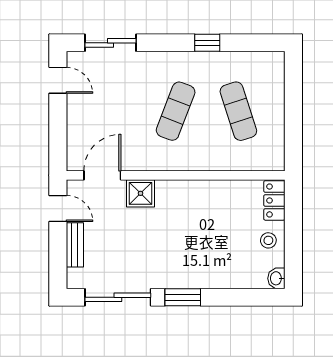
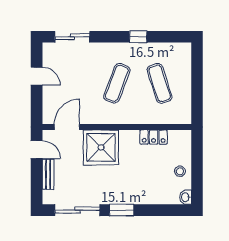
door: (58, 80) -> (37, 76), moved
shower: (141, 193) -> (101, 147), width x1.86, depth x1.86
locker: (274, 200) -> (154, 137), moved, turned -90

